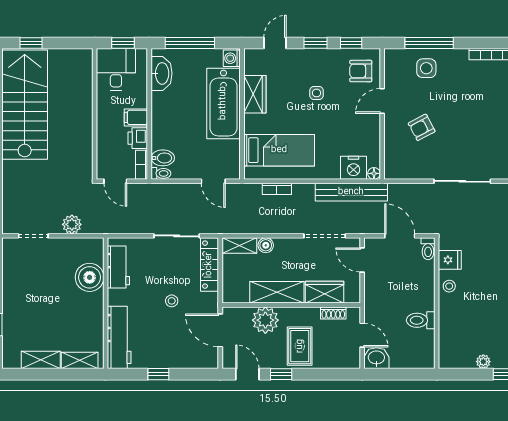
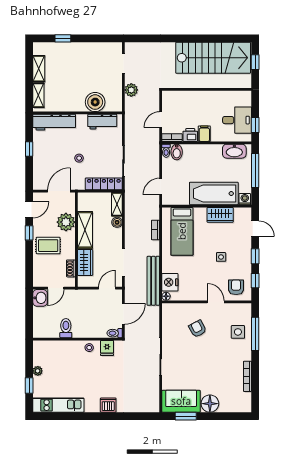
wall: (95, 114) -> (207, 89), moved

